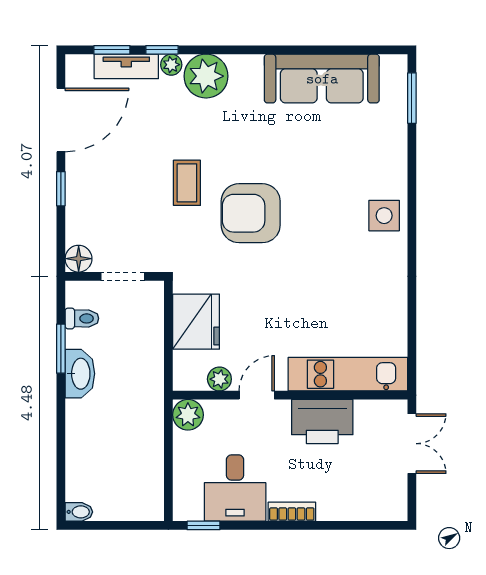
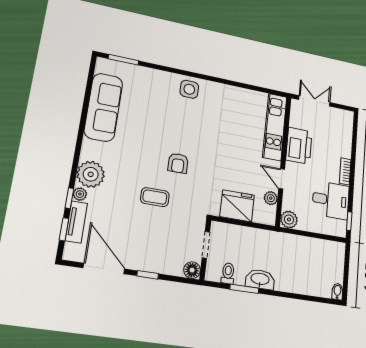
armchair: (251, 213) -> (178, 163), width x0.53, depth x0.53

